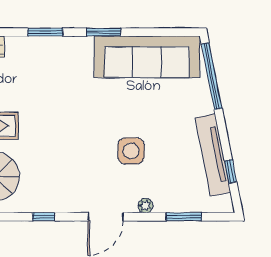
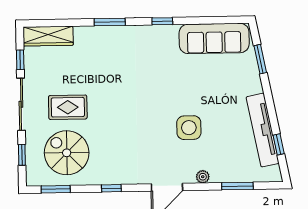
window: (104, 32) -> (162, 21), width x0.67
sofa: (147, 57) -> (214, 38), width x0.74, depth x0.79
window: (212, 76) -> (260, 59), width x0.47

